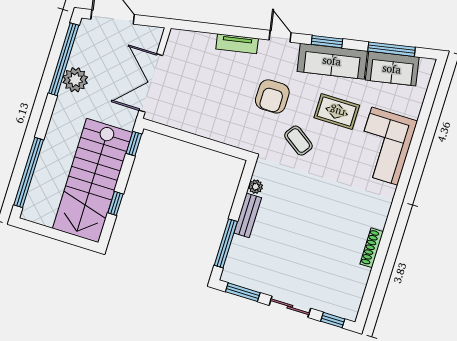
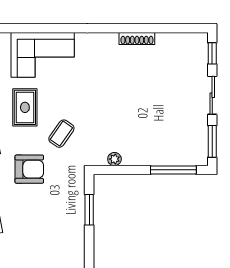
window: (212, 145) -> (89, 210), added
bench: (248, 215) -> (142, 158), removed

